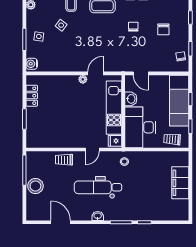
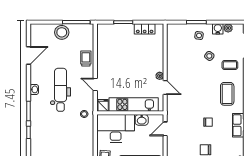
water cooler: (32, 64) -> (218, 29), moved

